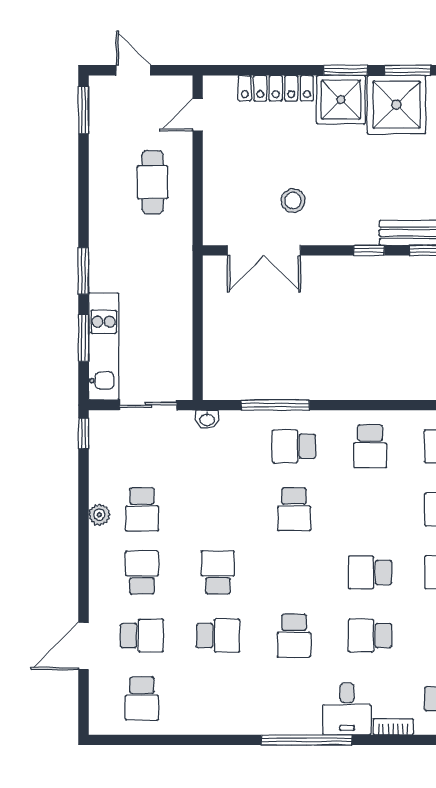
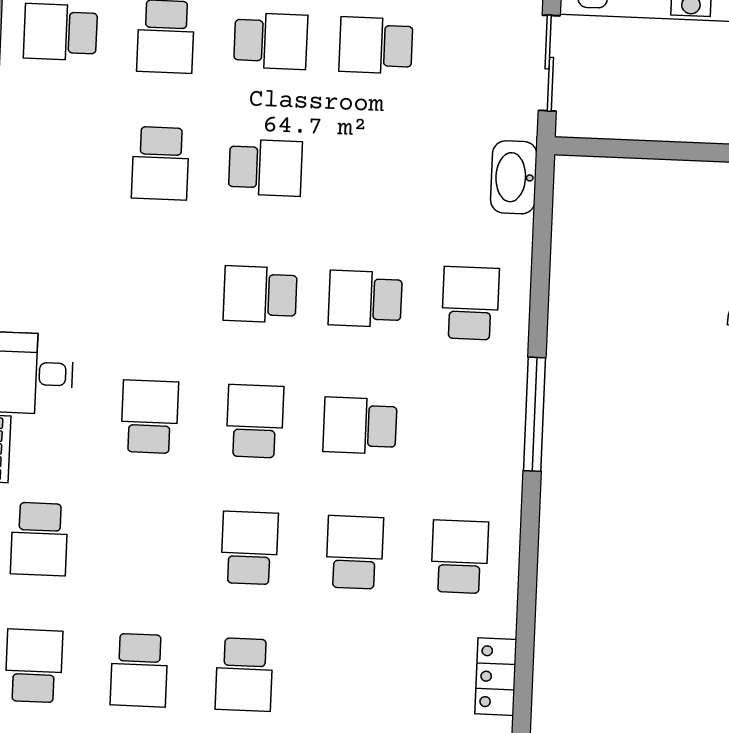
window: (275, 405) -> (535, 414), moved
washbasin: (207, 419) -> (514, 177), width x1.91, depth x1.45
school desk: (370, 446) -> (360, 426), moved
school desk: (294, 636) -> (260, 294), moved

